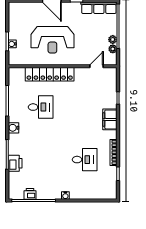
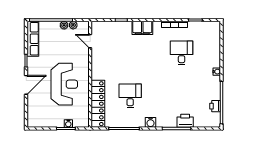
locker: (50, 74) -> (98, 104), moved

